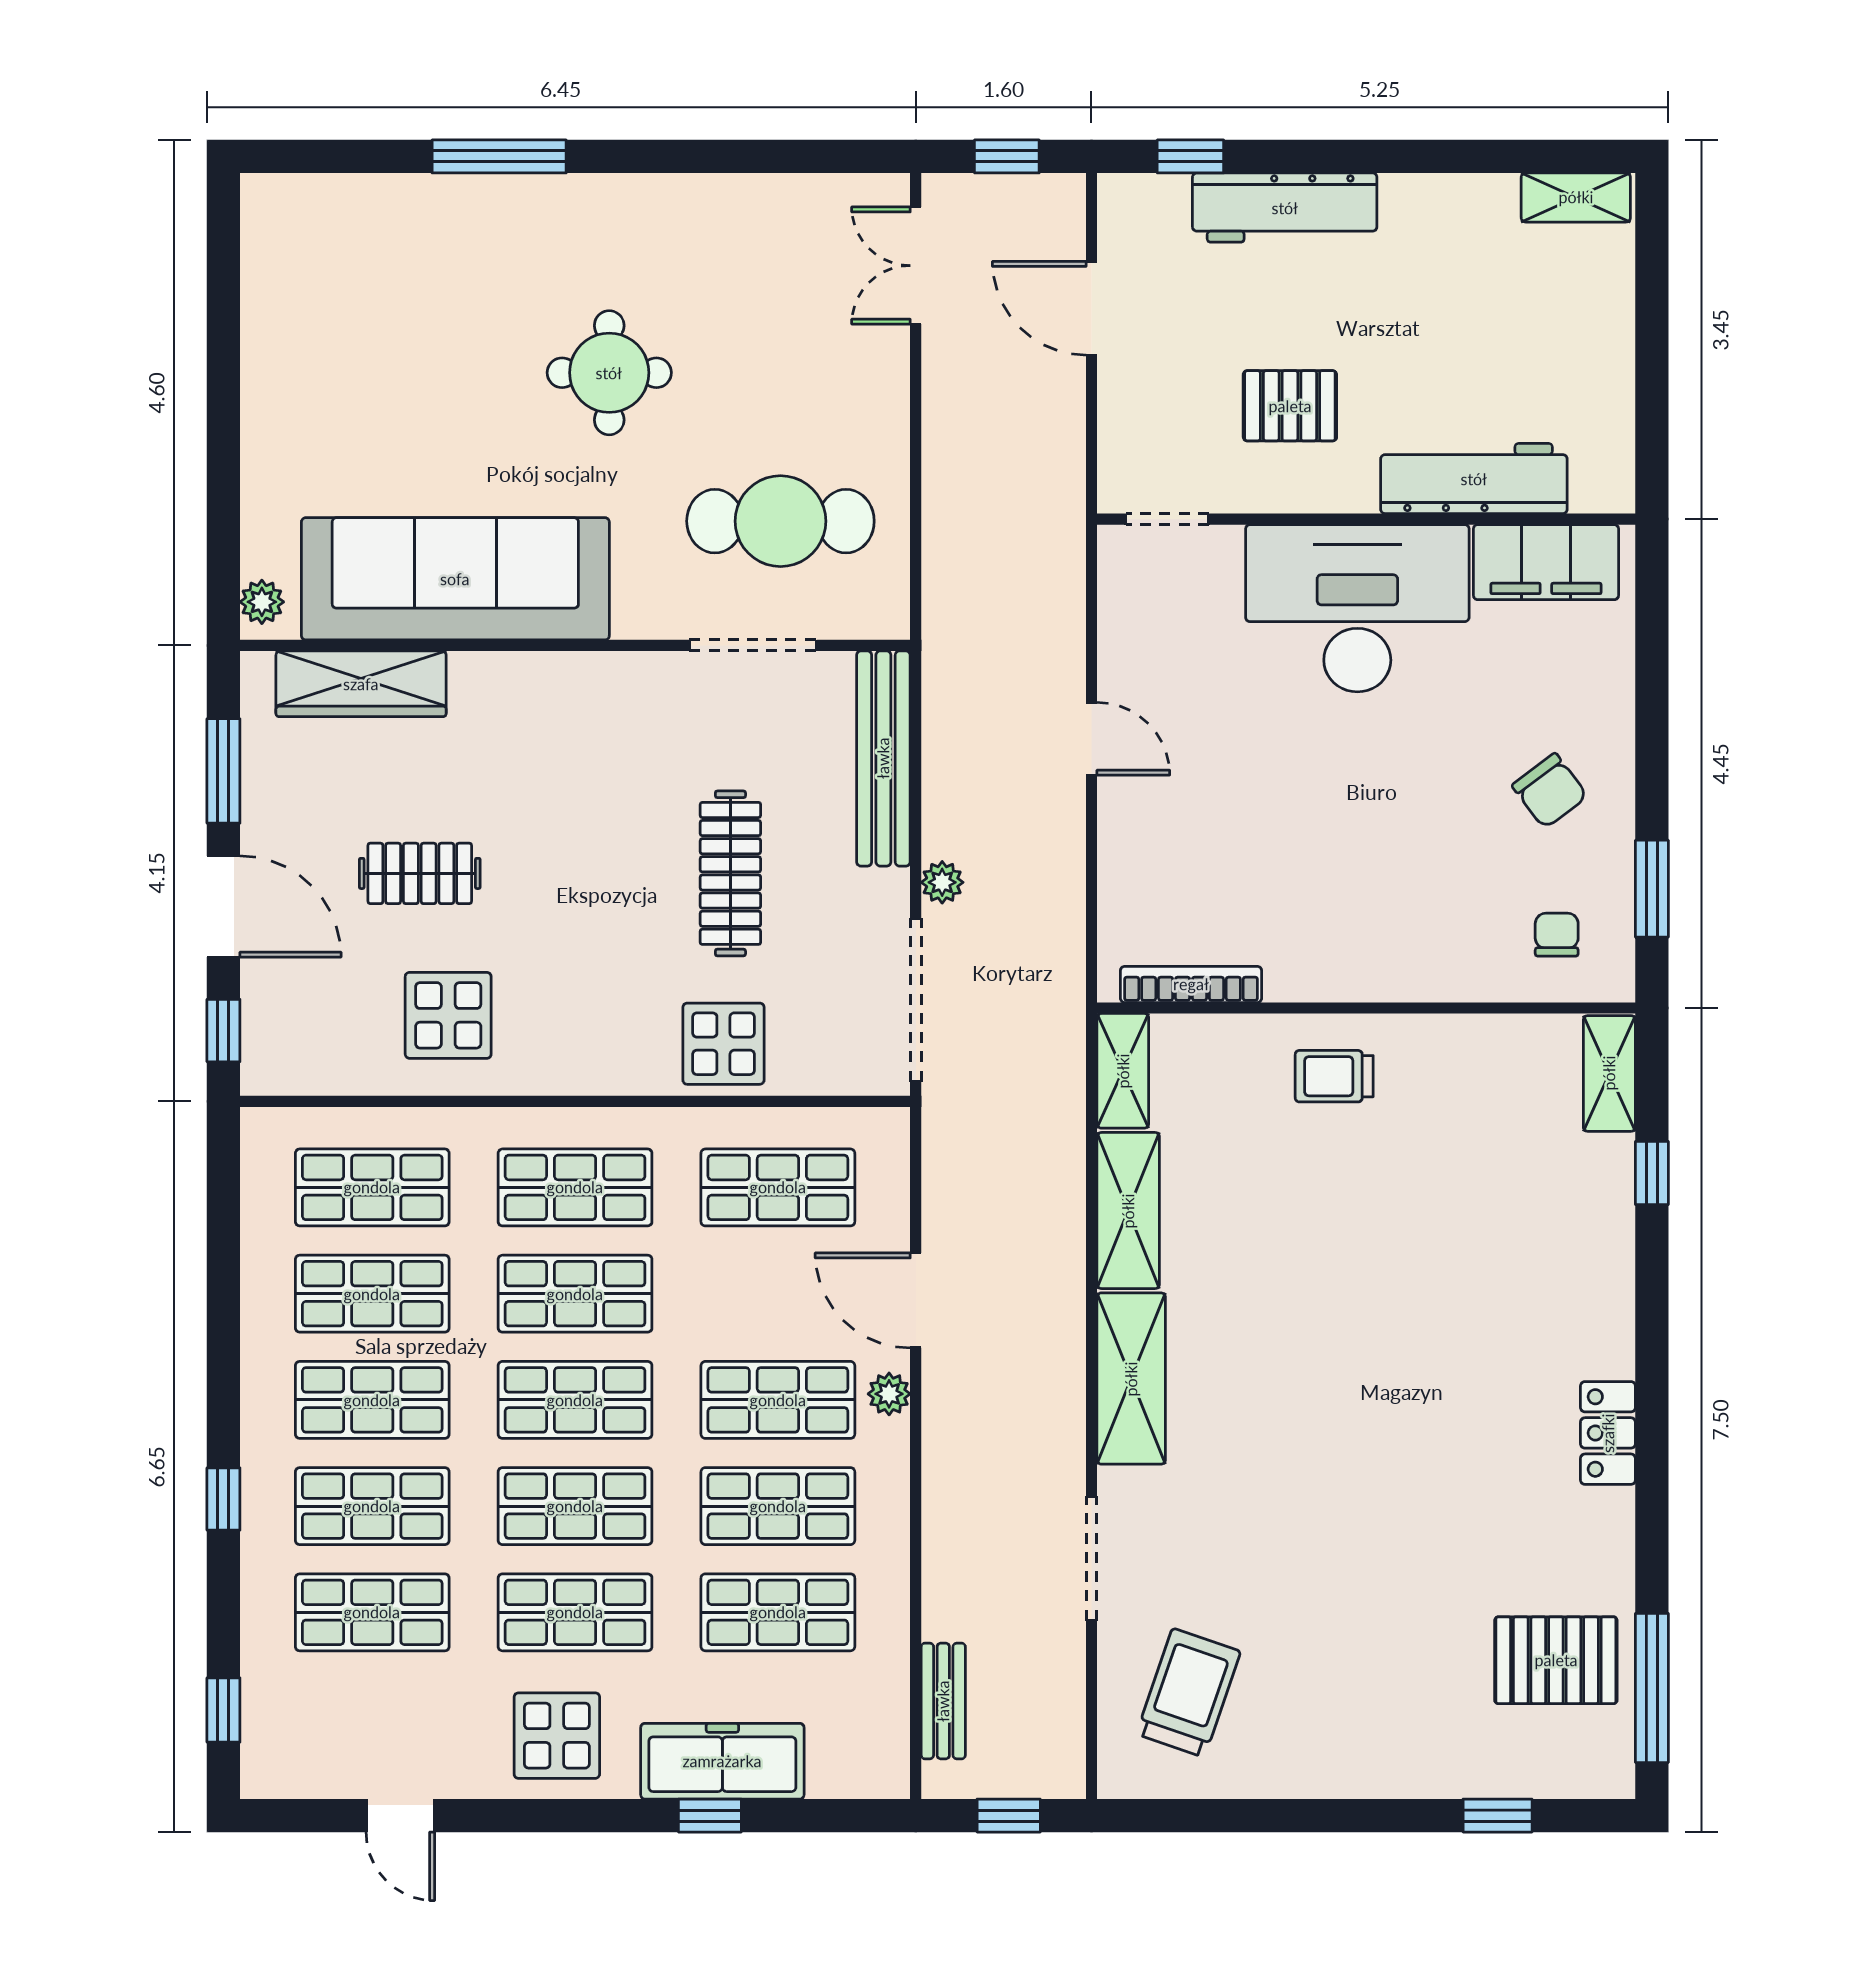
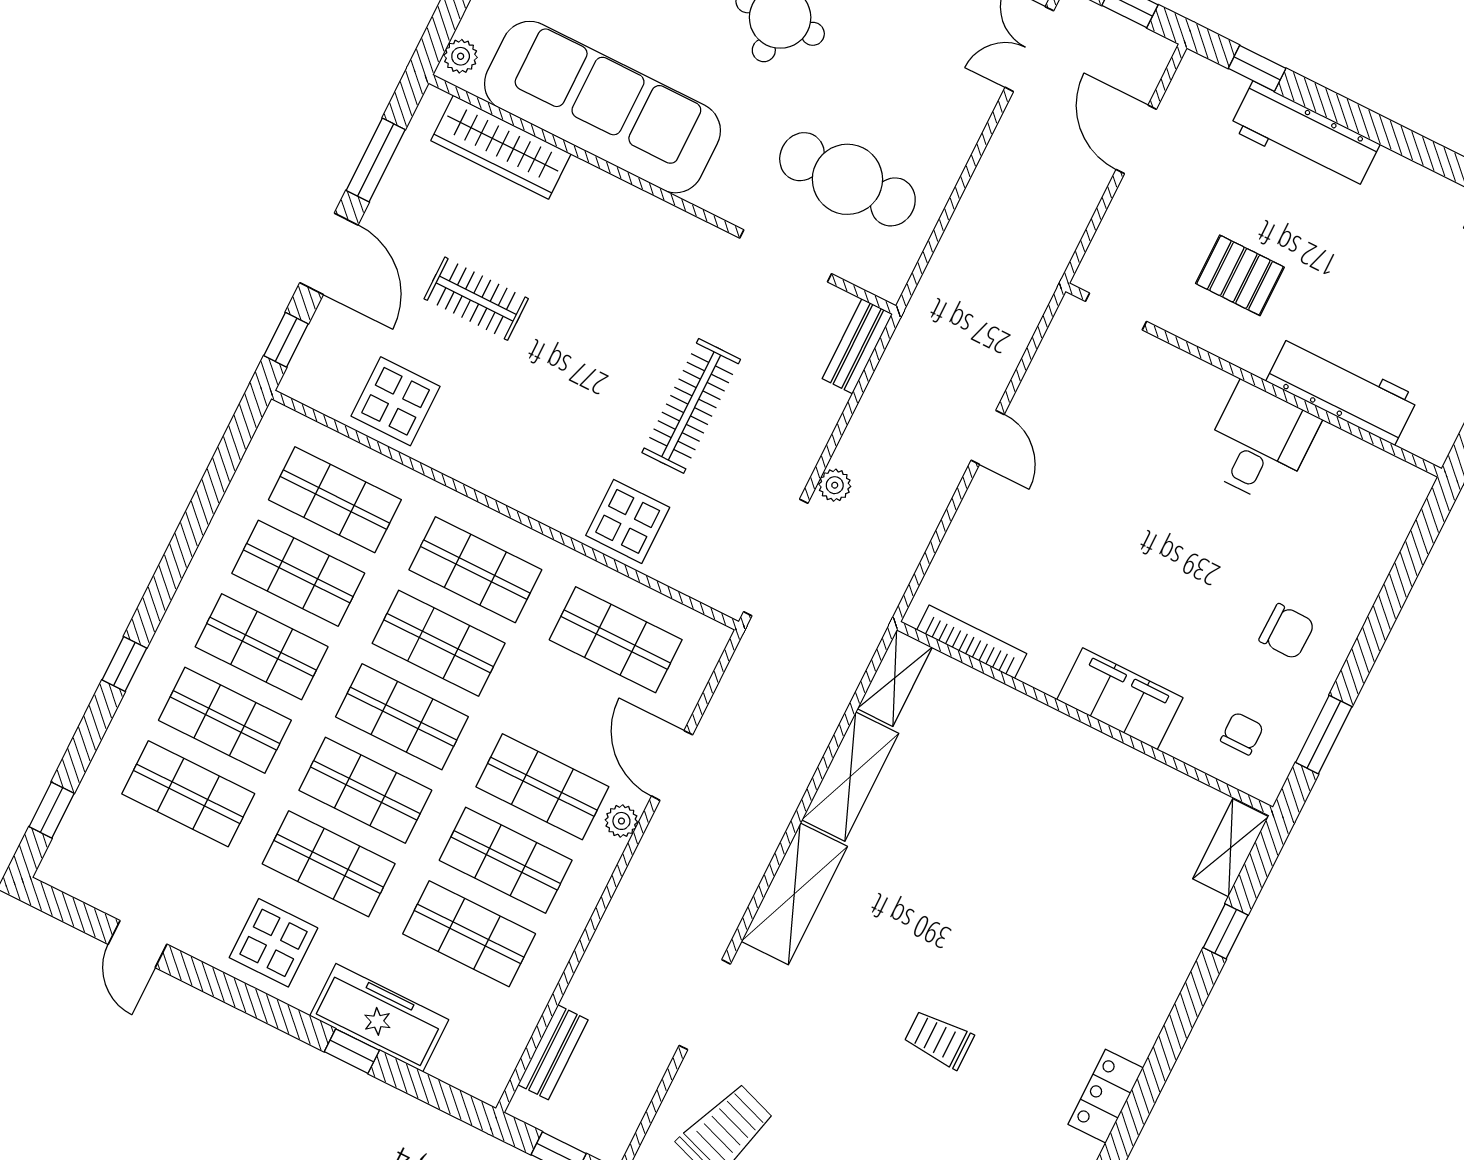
filing cabinet: (1546, 562) -> (1120, 699), moved, turned 180
desk: (1357, 608) -> (1259, 443), width x0.53, depth x0.77
bench: (883, 758) -> (857, 346), width x0.54, depth x0.82
chair: (1550, 791) -> (1287, 632), turned -52
display table: (448, 1015) -> (396, 401), moved
trolley: (1334, 1076) -> (939, 1039), moved

